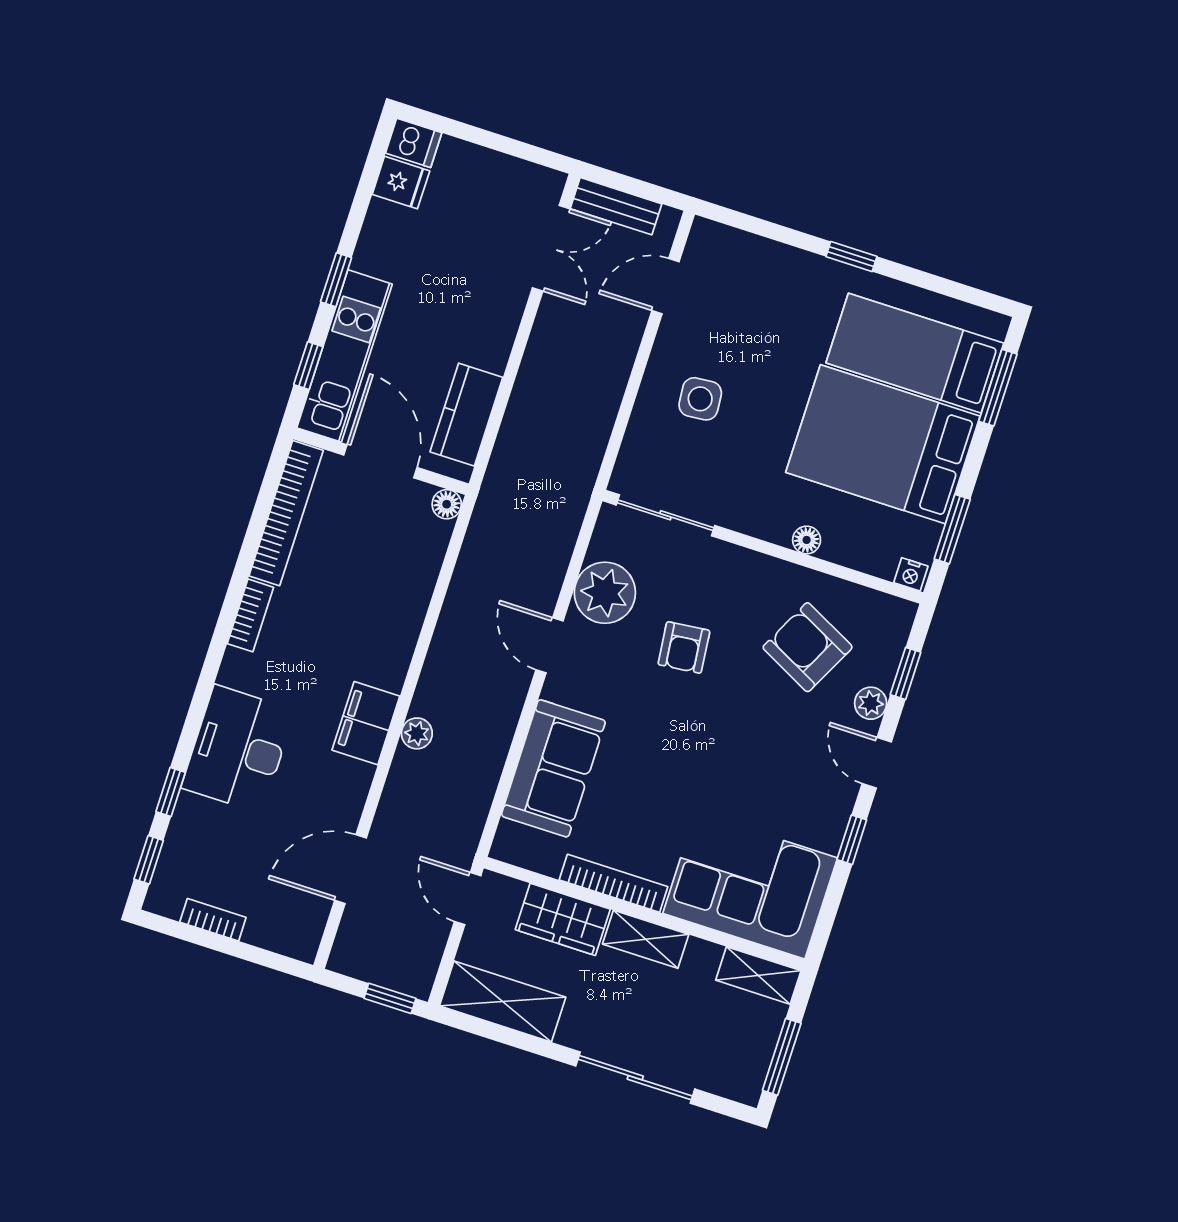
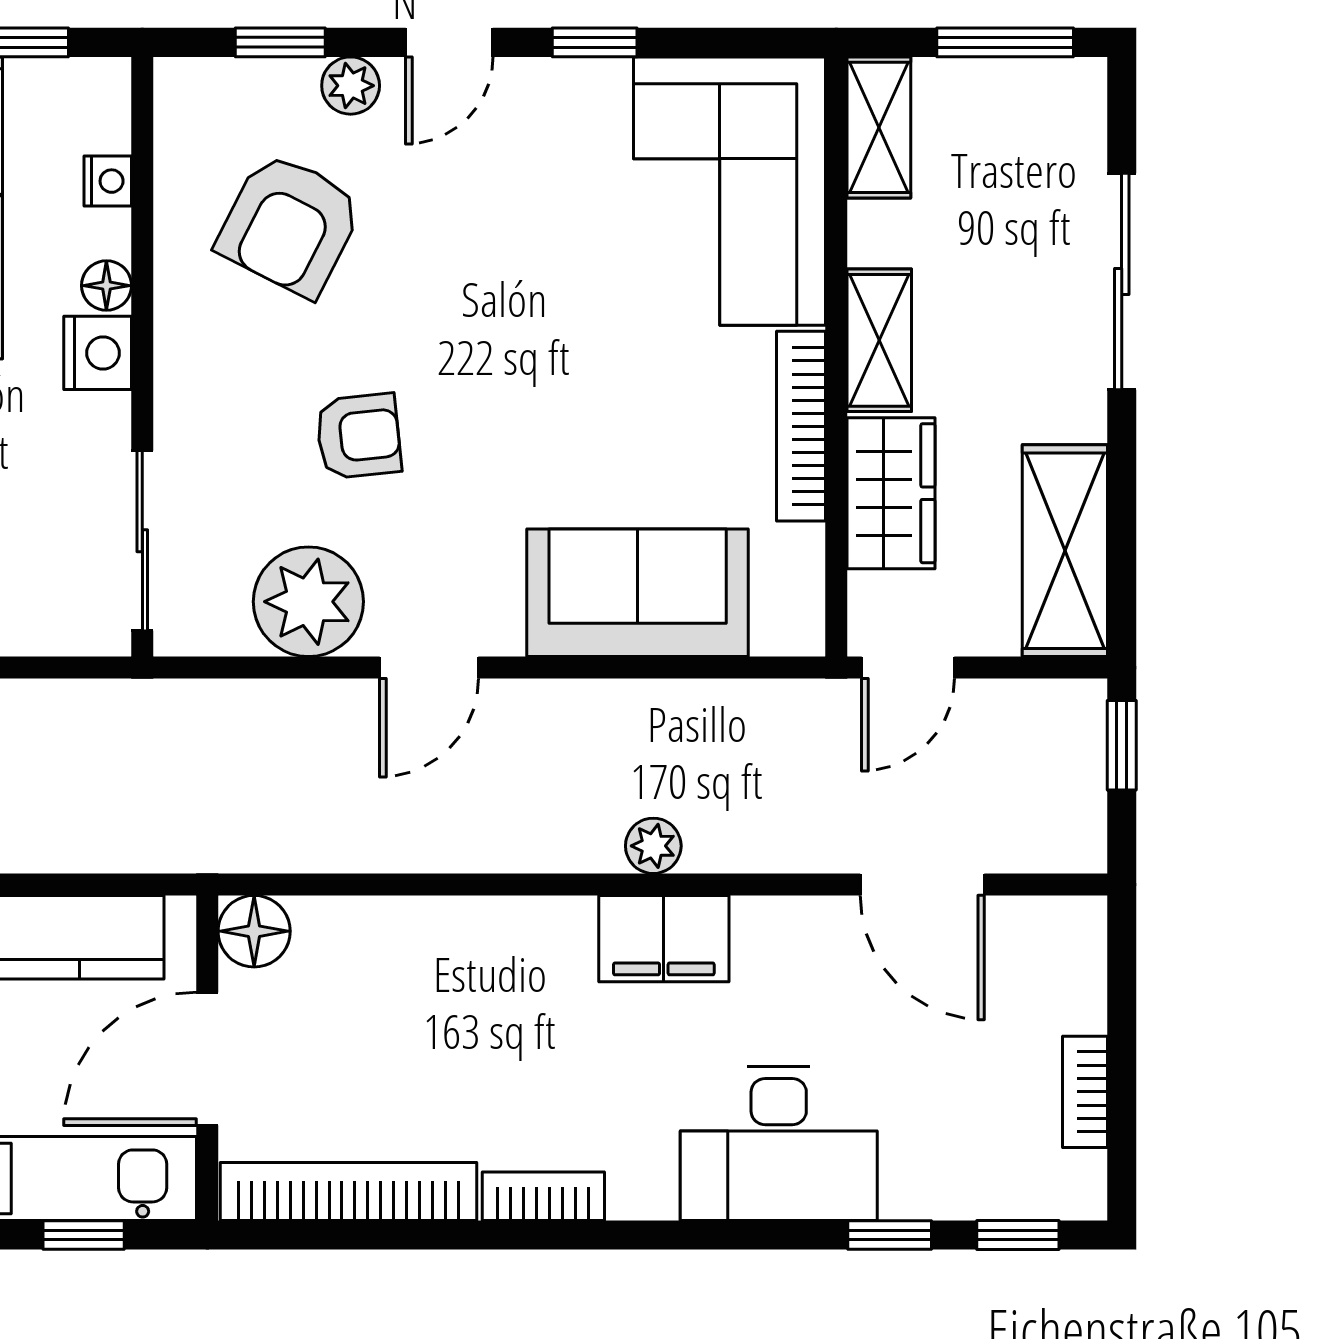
floor lamp: (447, 504) -> (254, 931), width x1.37, depth x1.37
nightstand: (772, 524) -> (98, 353), added
nightstand: (911, 574) -> (108, 181), moved

